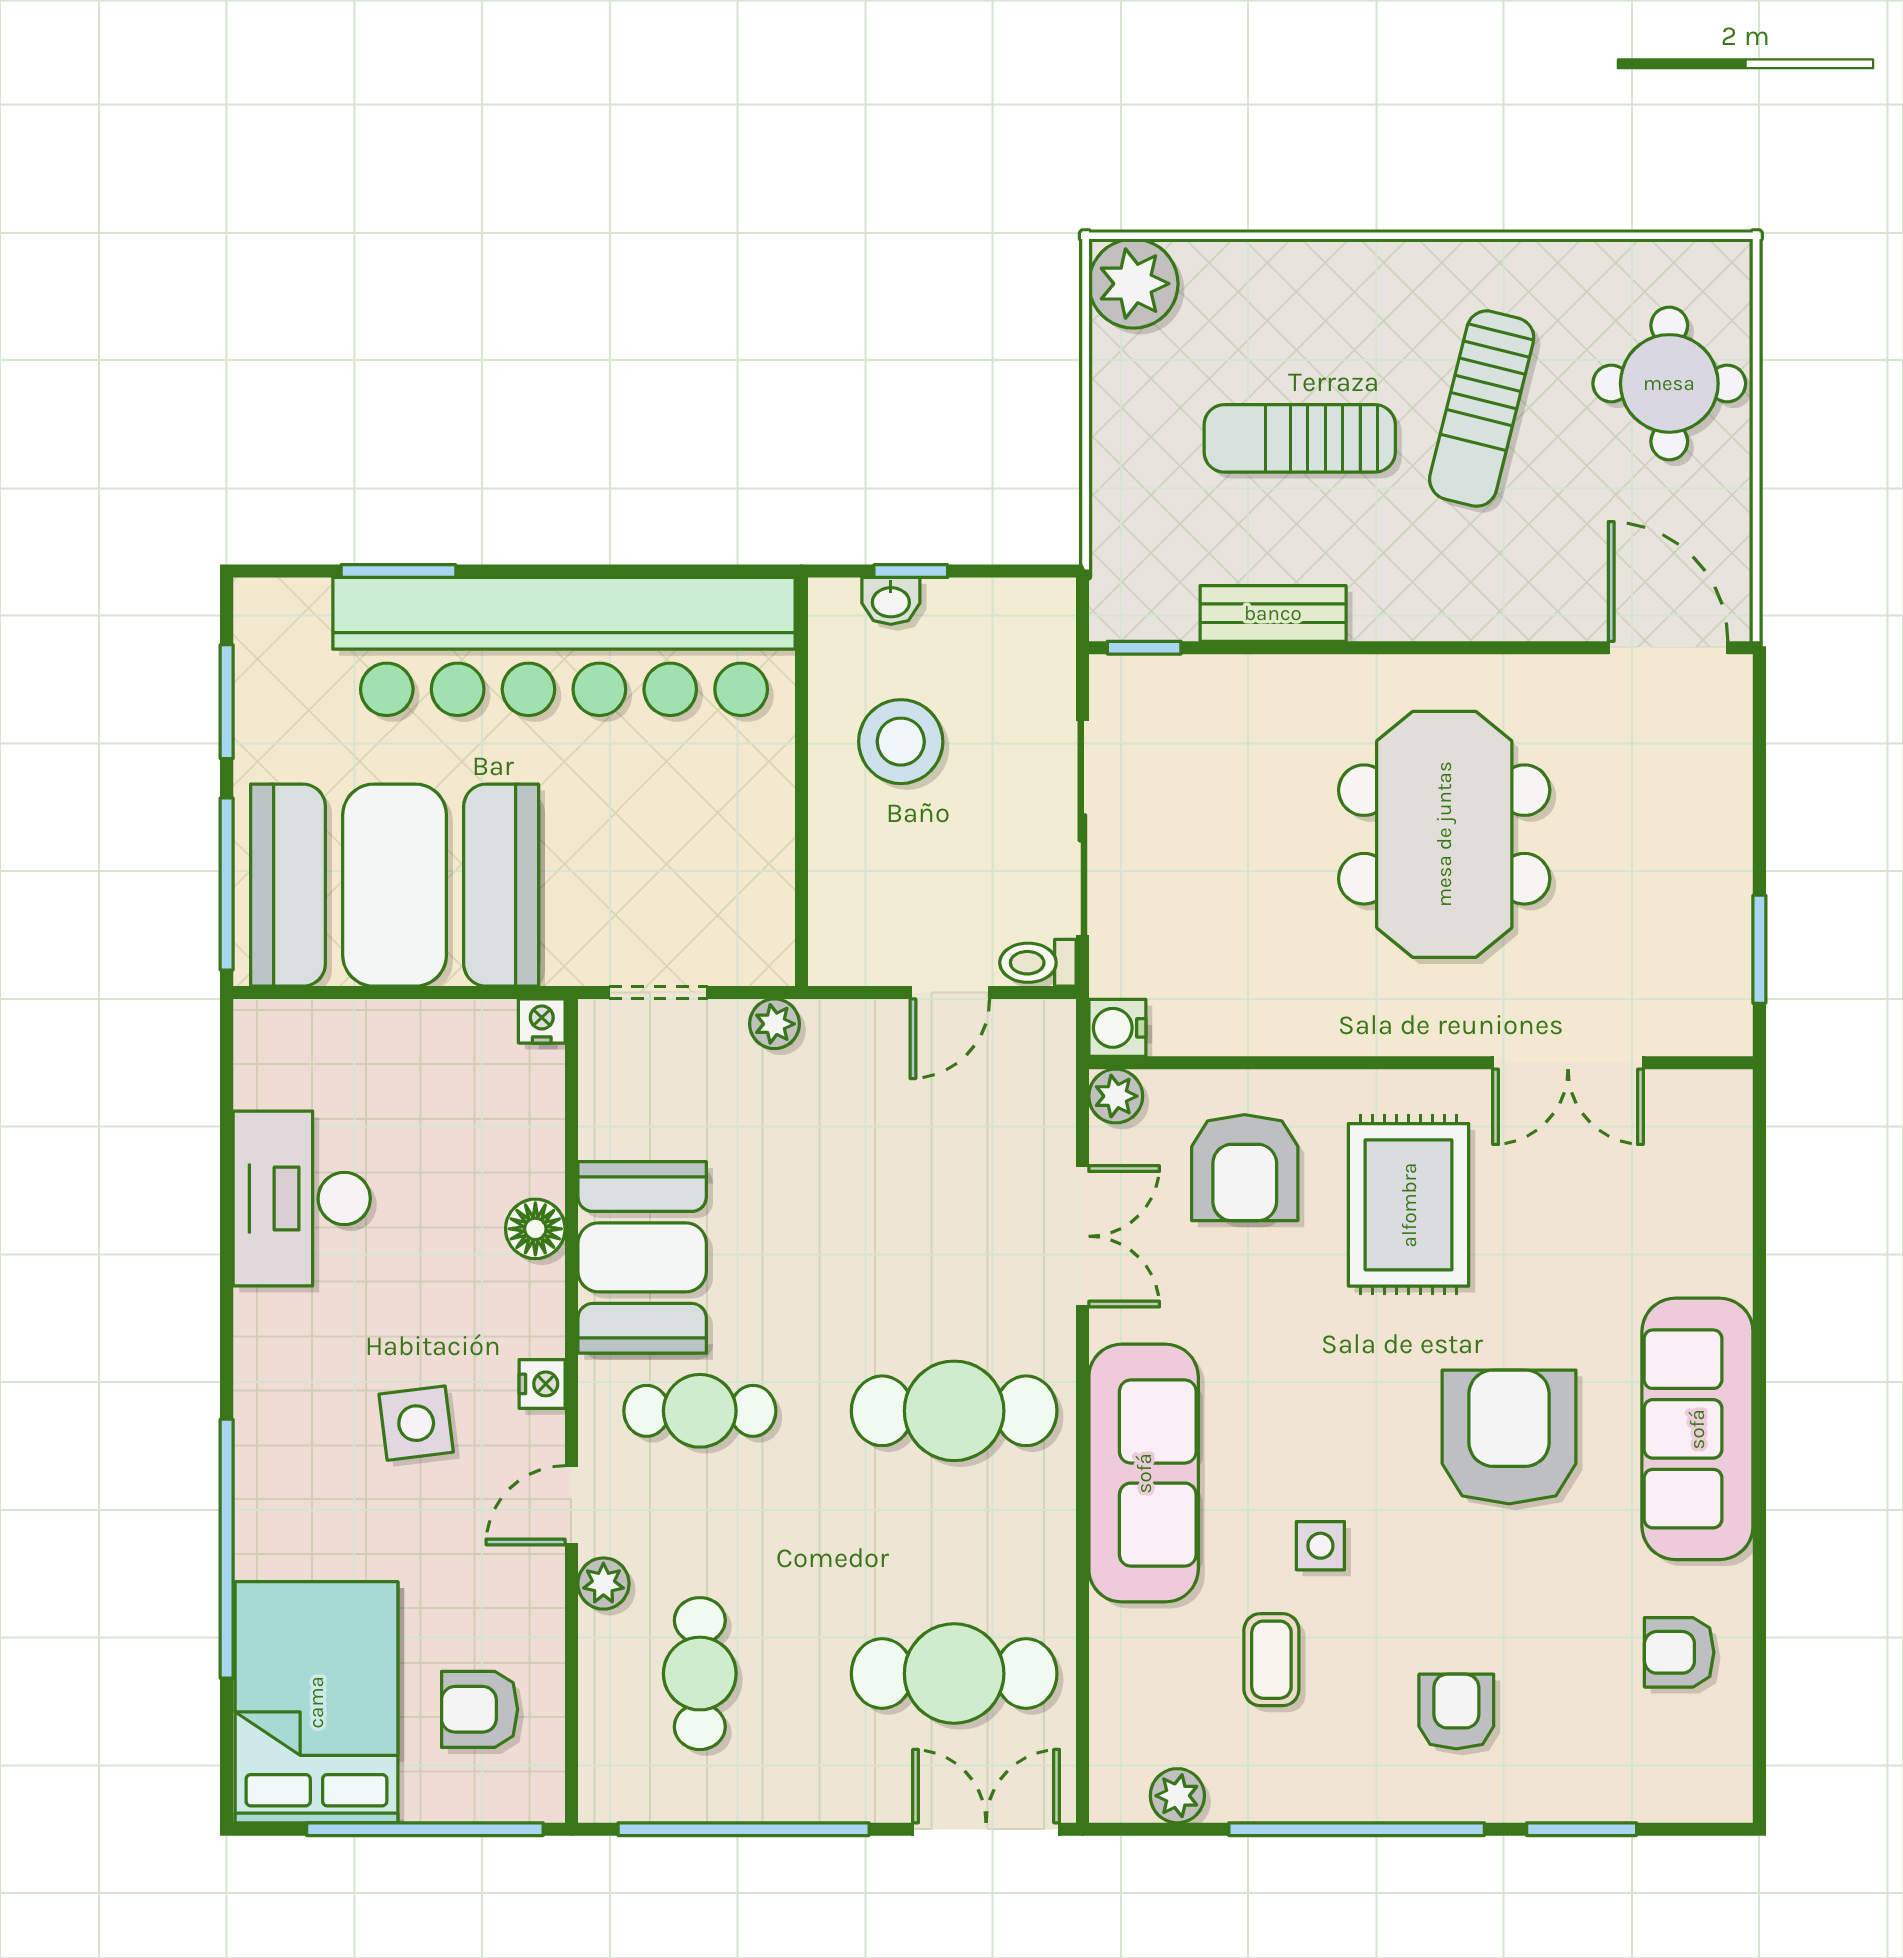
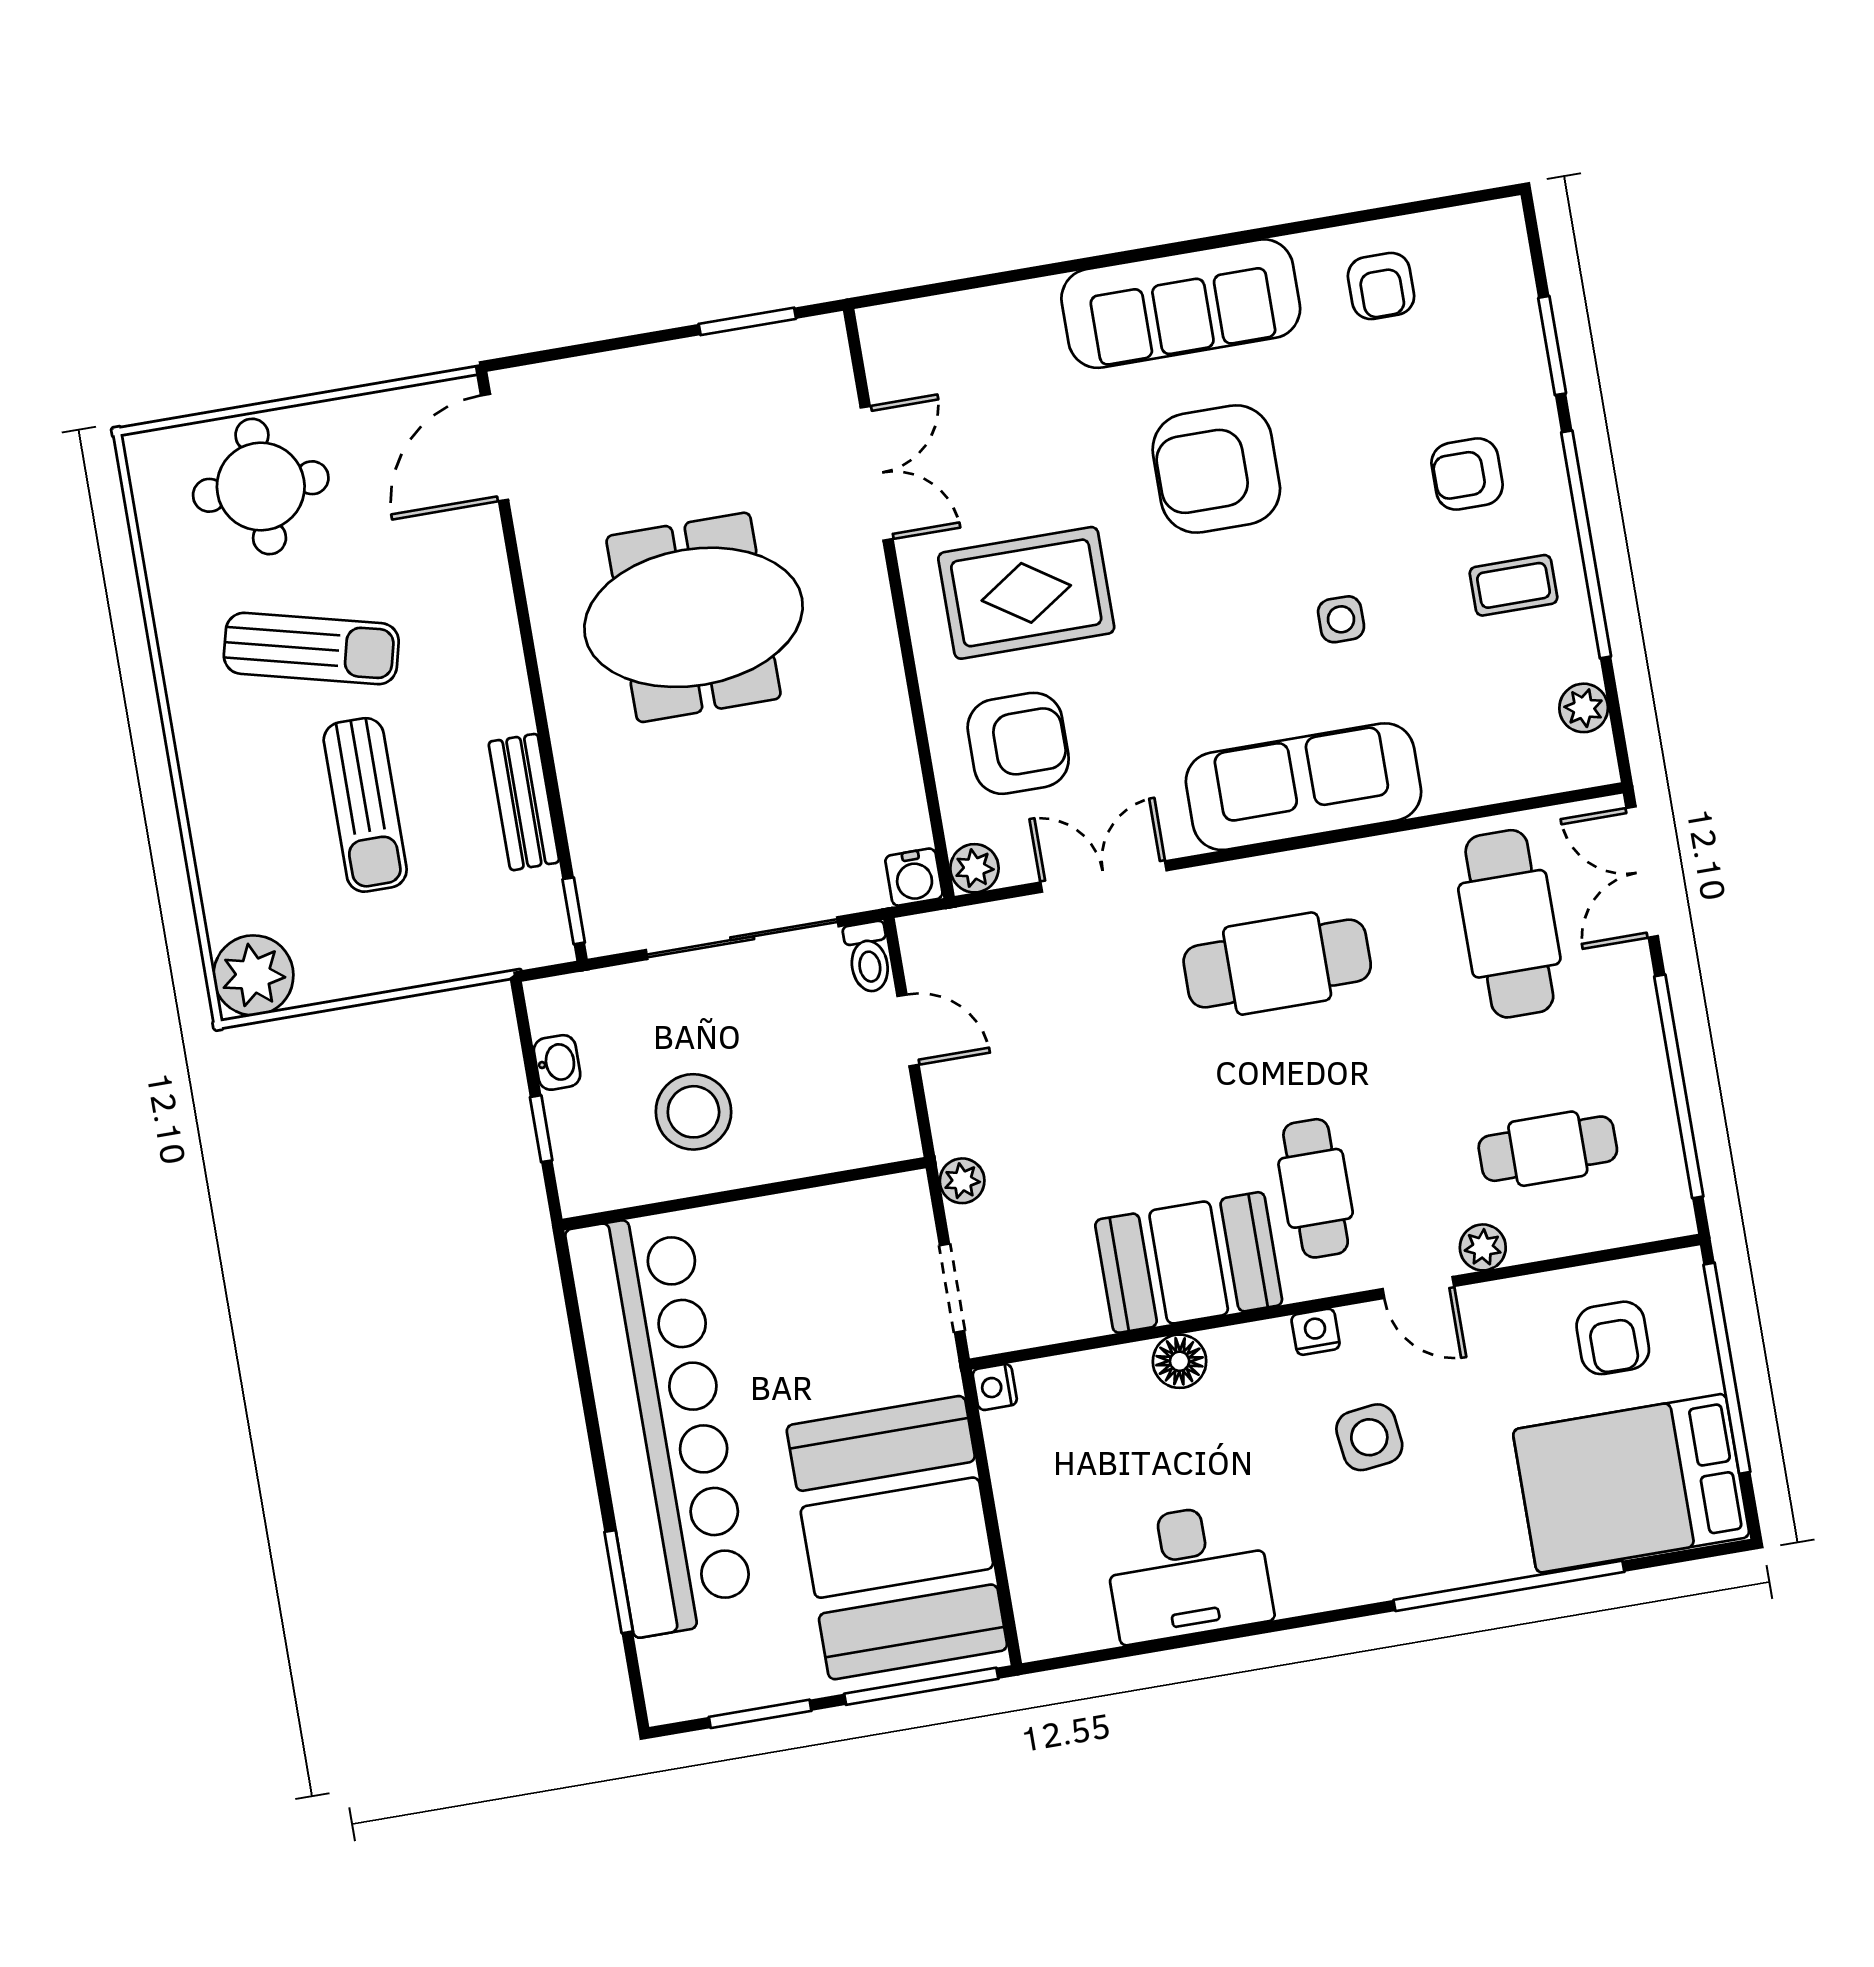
washbasin: (891, 601) -> (557, 1062), moved
cafe table: (954, 1411) -> (1277, 964), turned 90
coffee table: (1271, 1660) -> (1513, 585), moved

